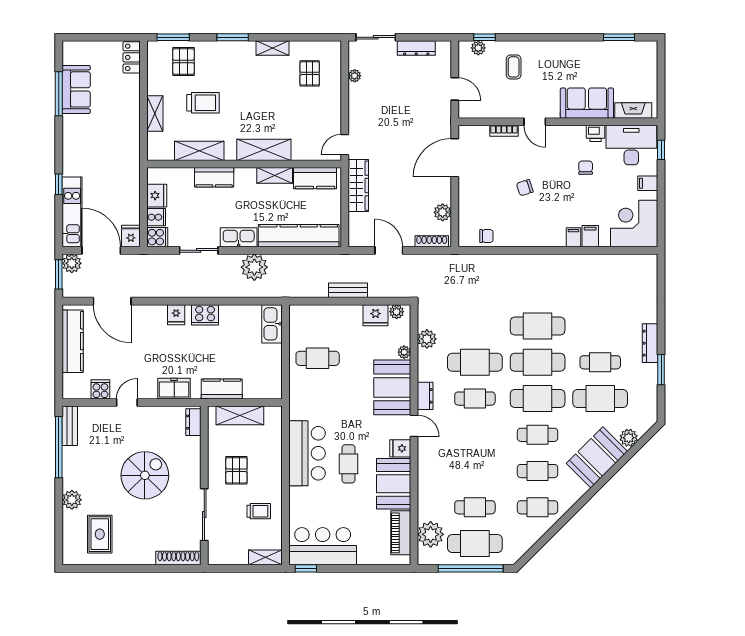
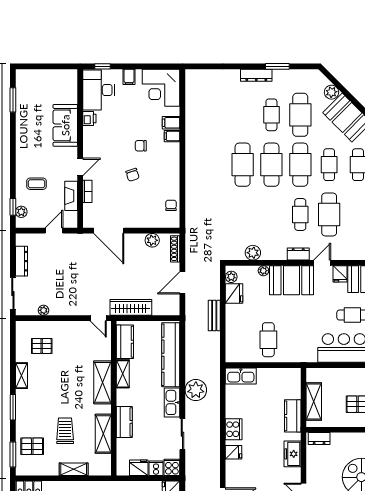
fireplace: (633, 111) -> (71, 196), moved
chair: (586, 168) -> (141, 146), moved
cafe table: (475, 362) -> (329, 215), moved

